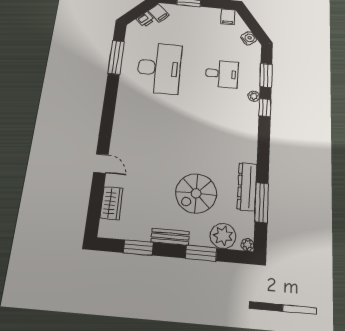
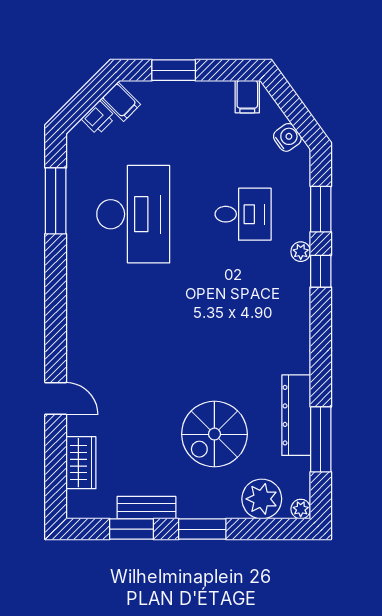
bench: (170, 237) -> (146, 508), moved
window: (201, 253) -> (202, 529), moved

